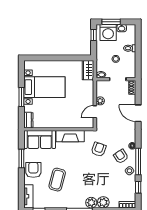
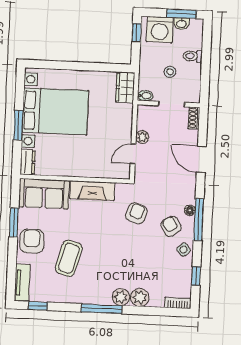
window: (111, 22) -> (181, 14), moved
bed with nightstands: (44, 87) -> (55, 111), width x1.36
window: (138, 162) -> (199, 220), moved

